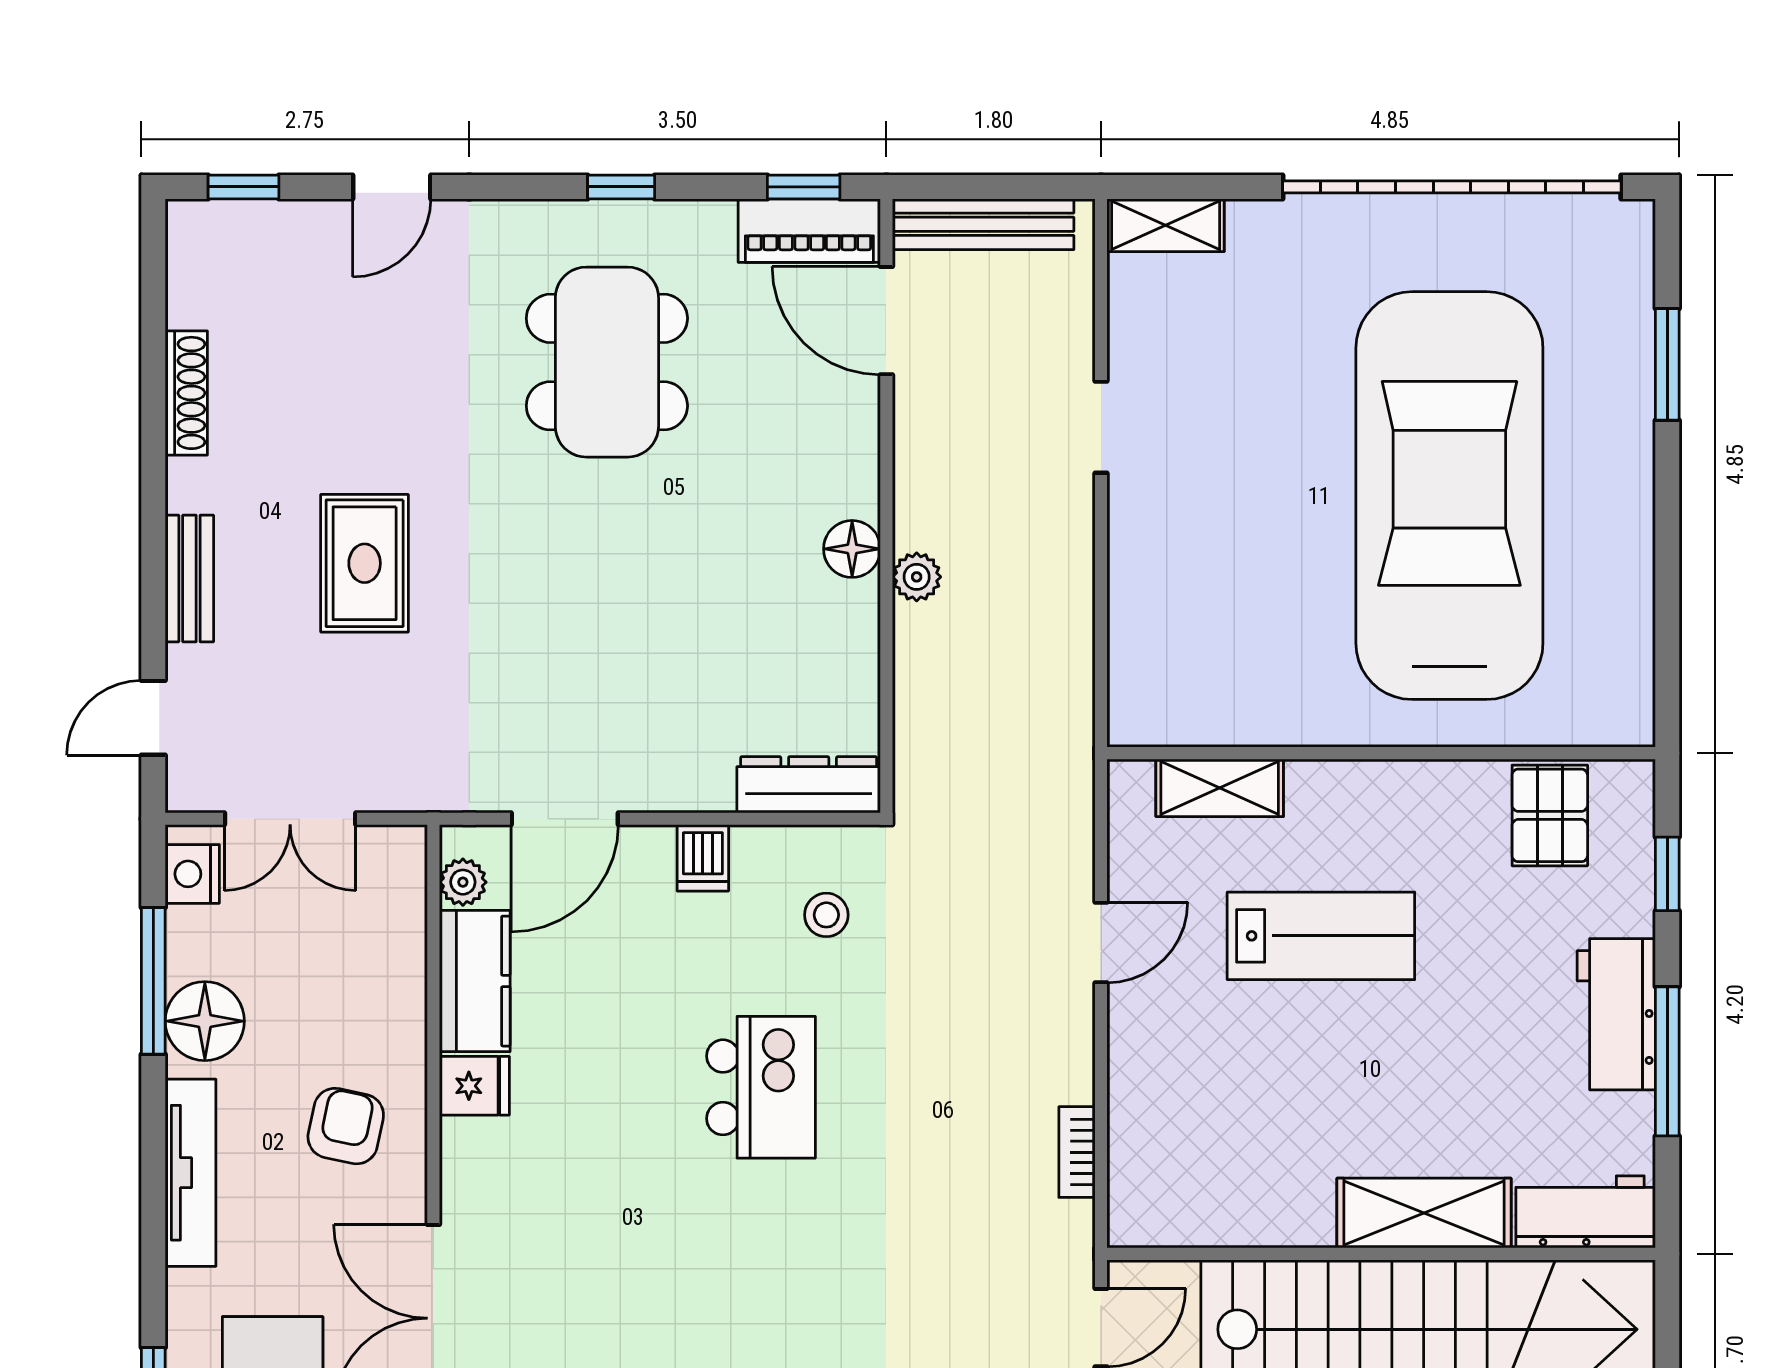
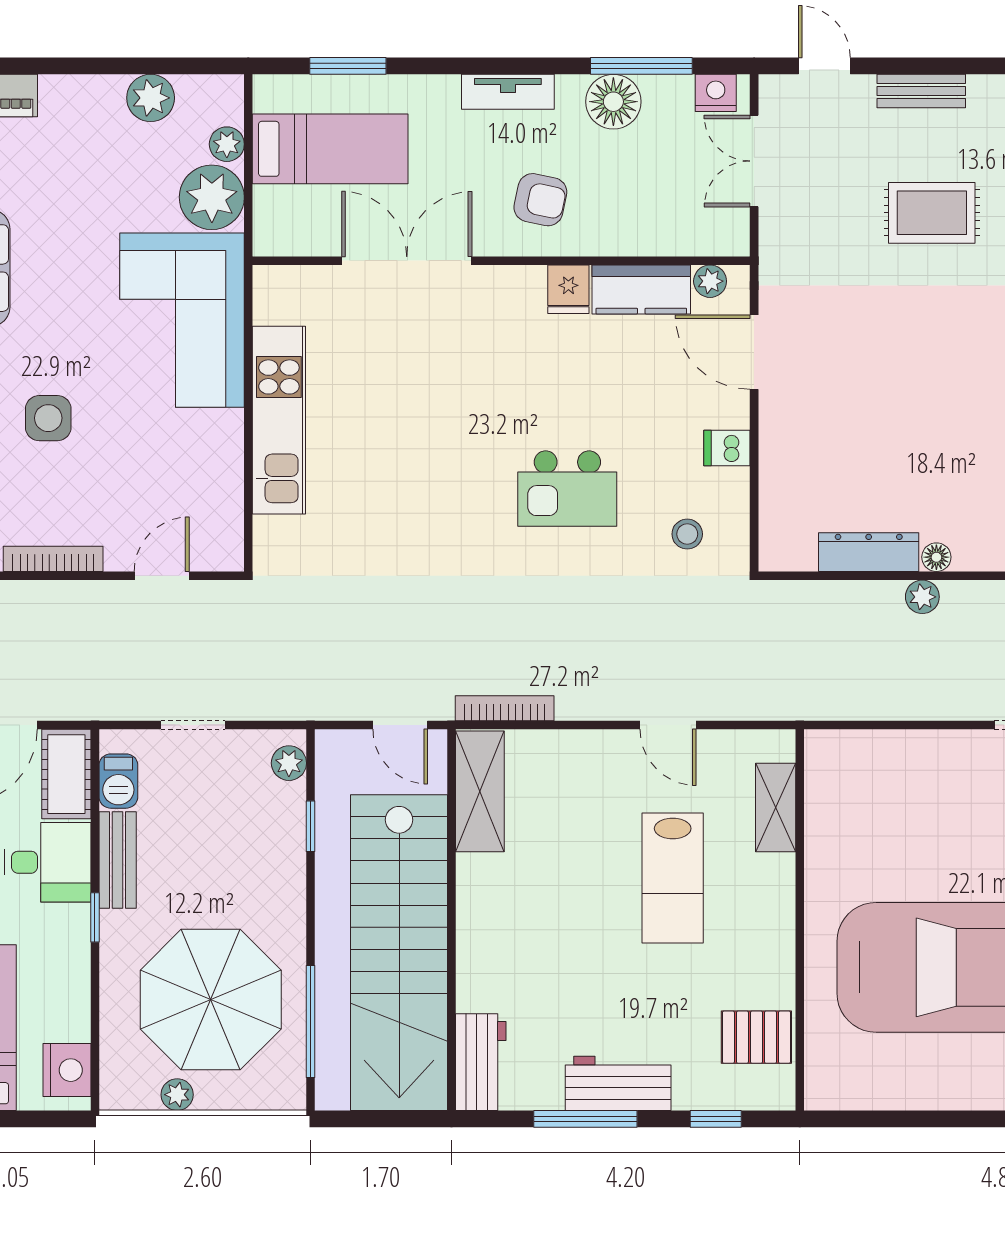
floor lamp: (852, 549) -> (936, 557), width x0.73, depth x0.73
dresser: (809, 785) -> (869, 552), moved, turned -90
bookcase: (1077, 1152) -> (505, 708), width x1.56
tv unit: (191, 1173) -> (508, 92), width x0.71
shelving: (1424, 1213) -> (480, 791), moved

